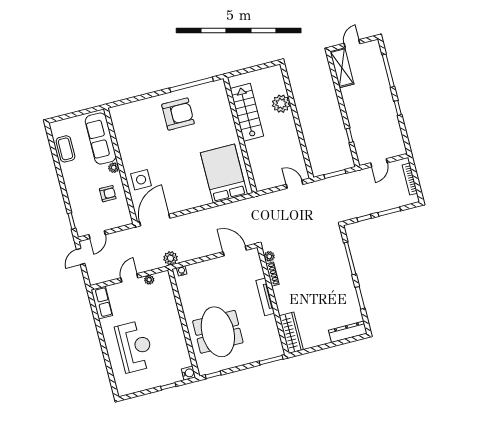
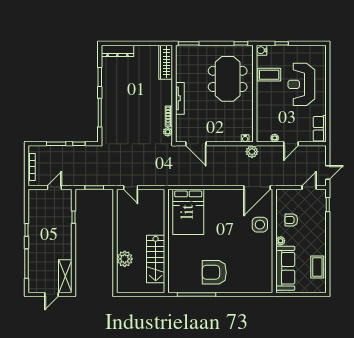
coffee table: (173, 348) -> (269, 75), added

